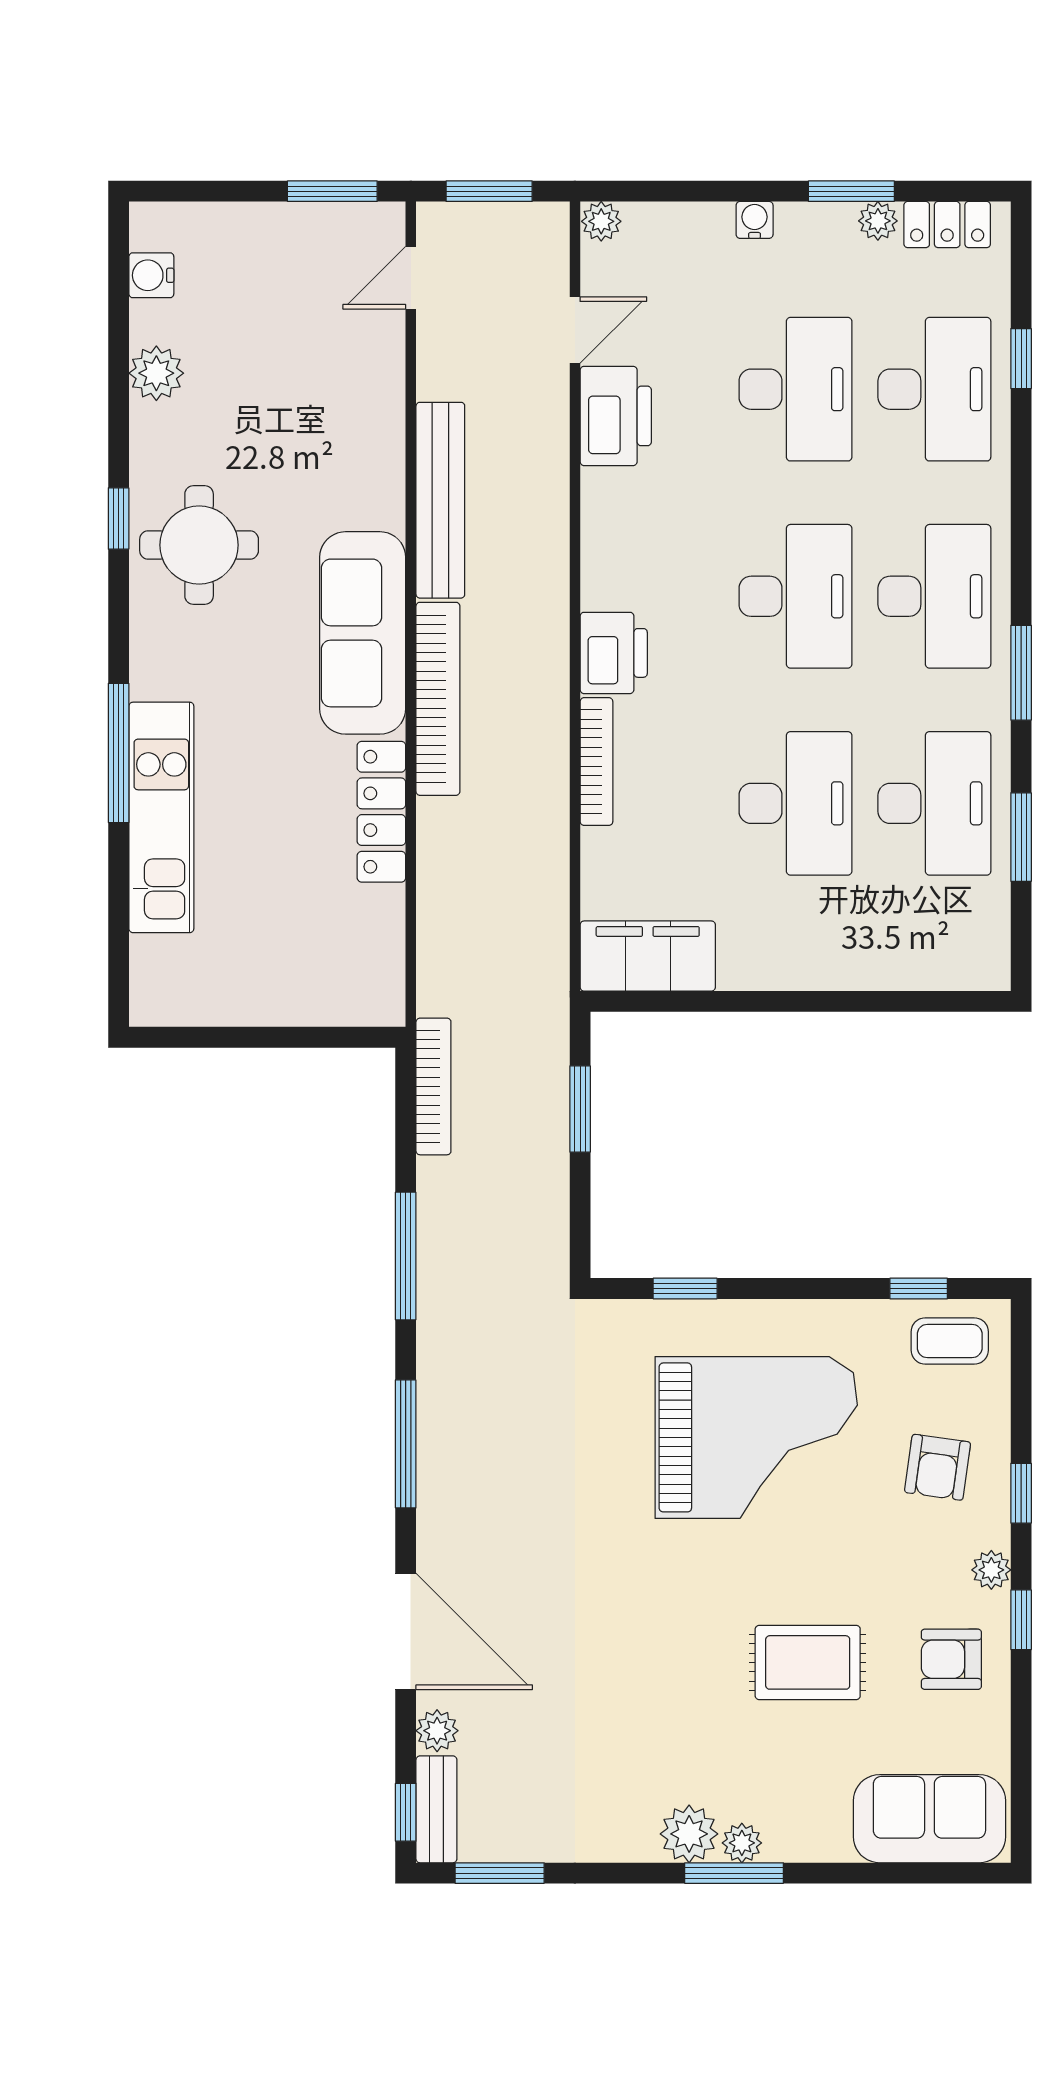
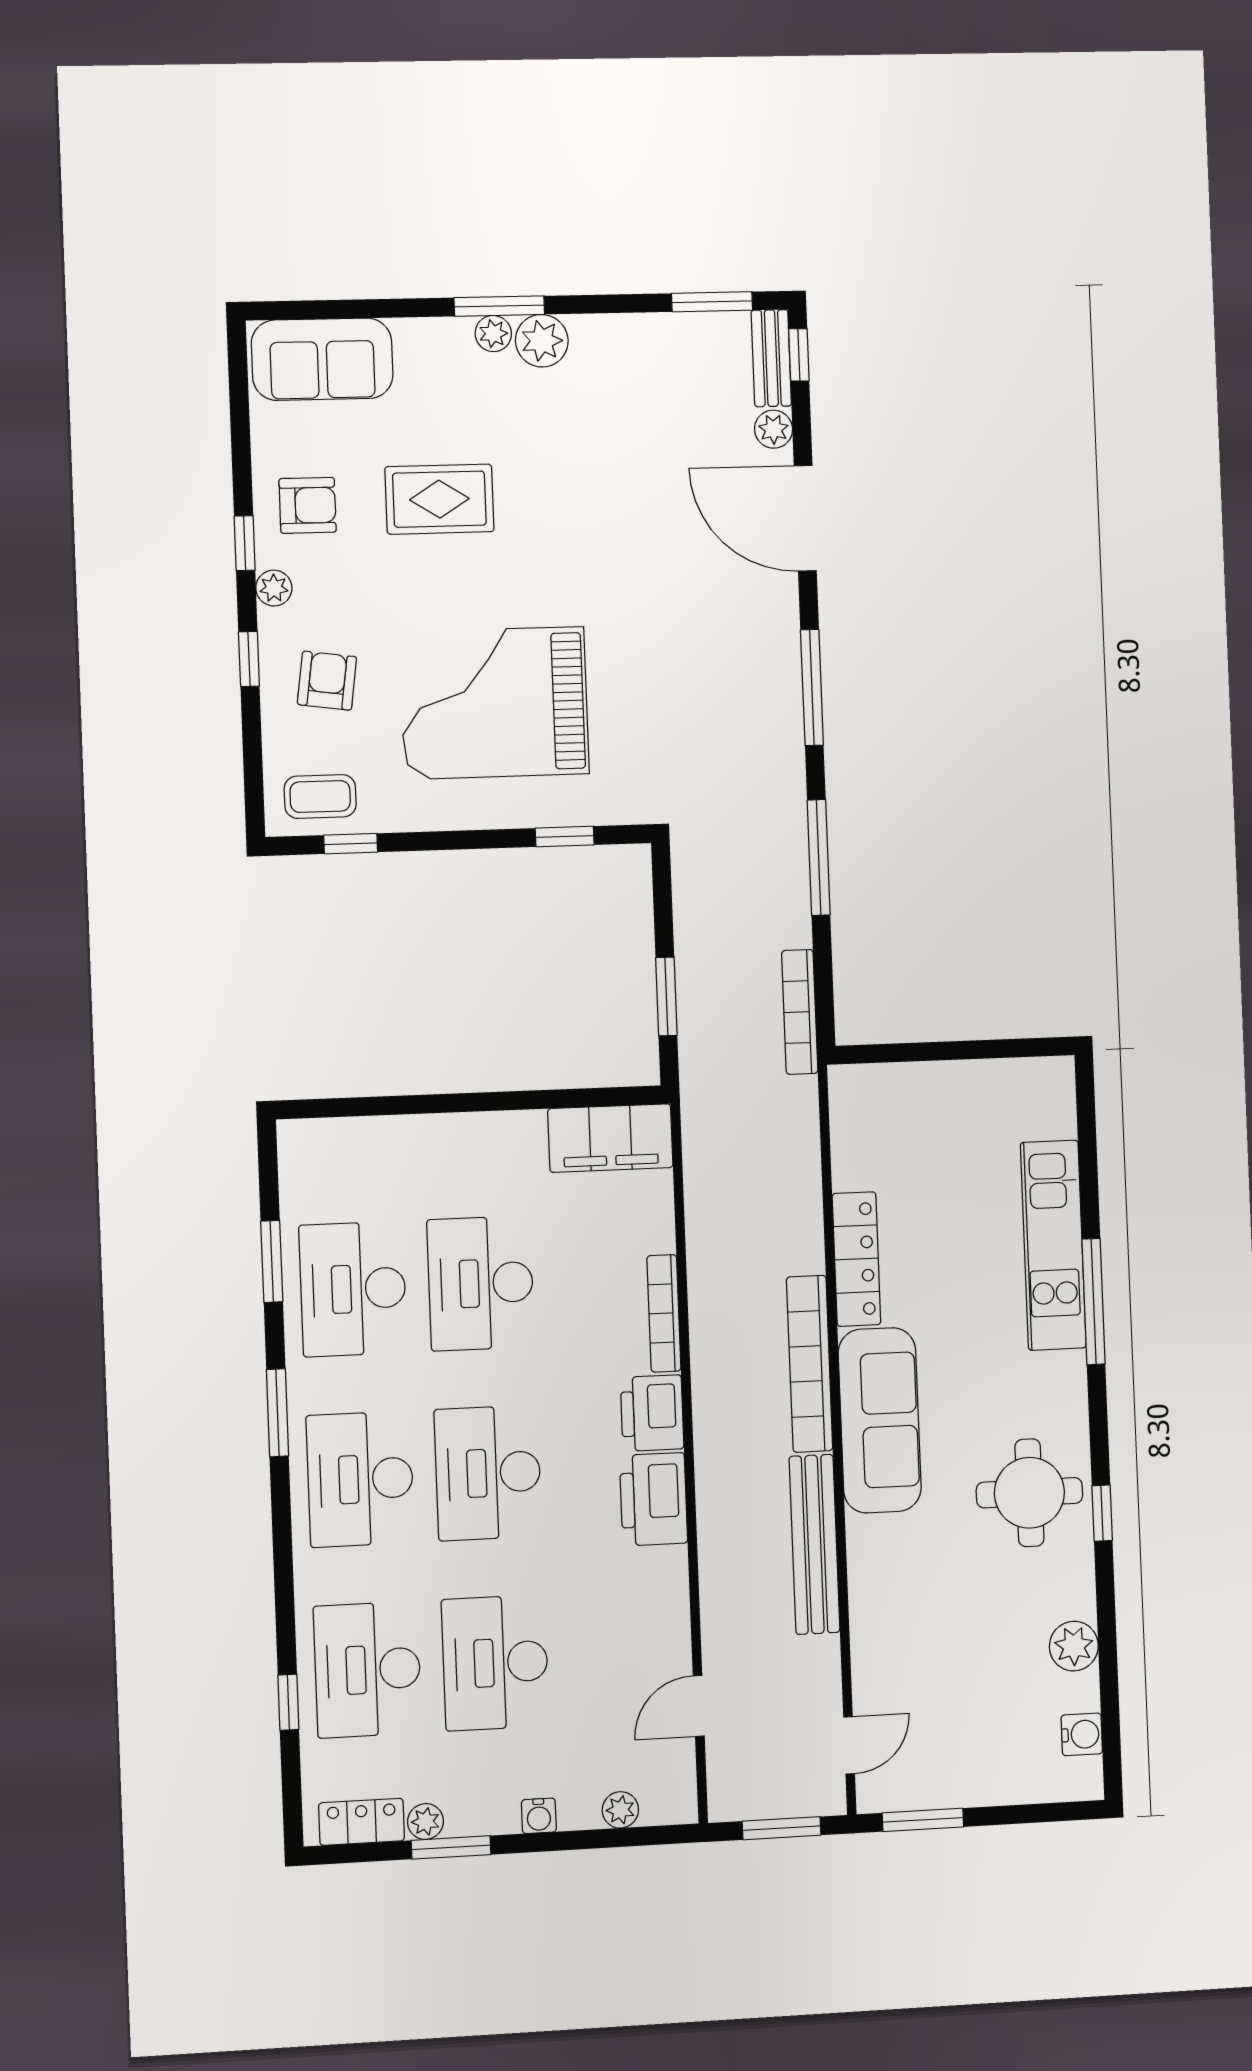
plant: (601, 221) -> (620, 1810), moved
printer: (616, 416) -> (654, 1499), moved

